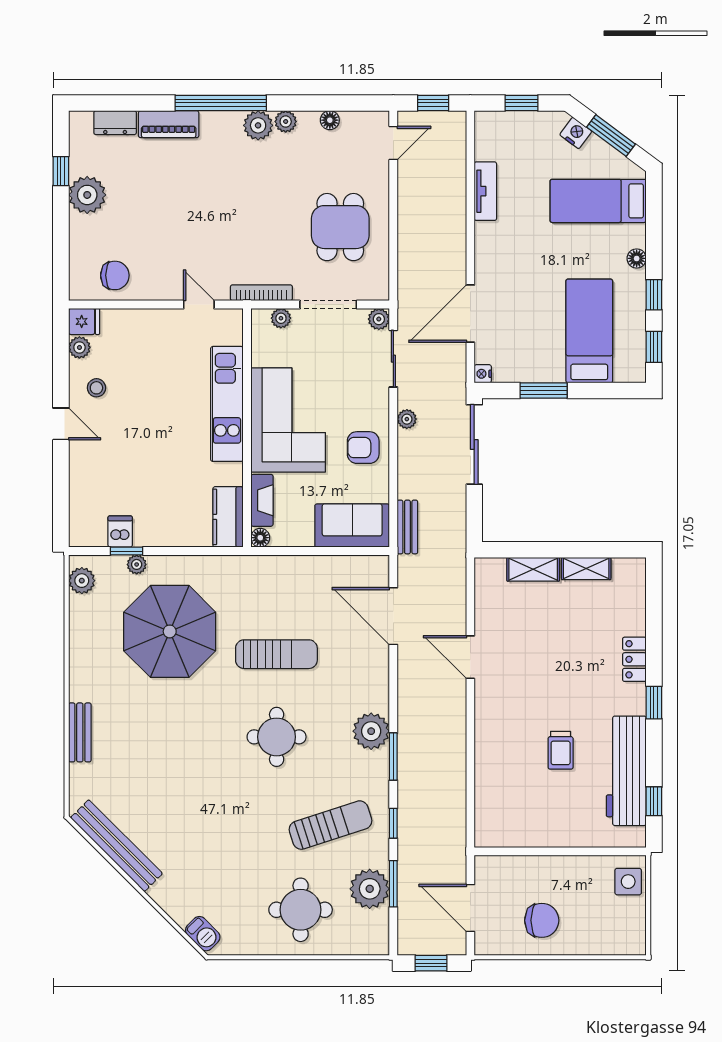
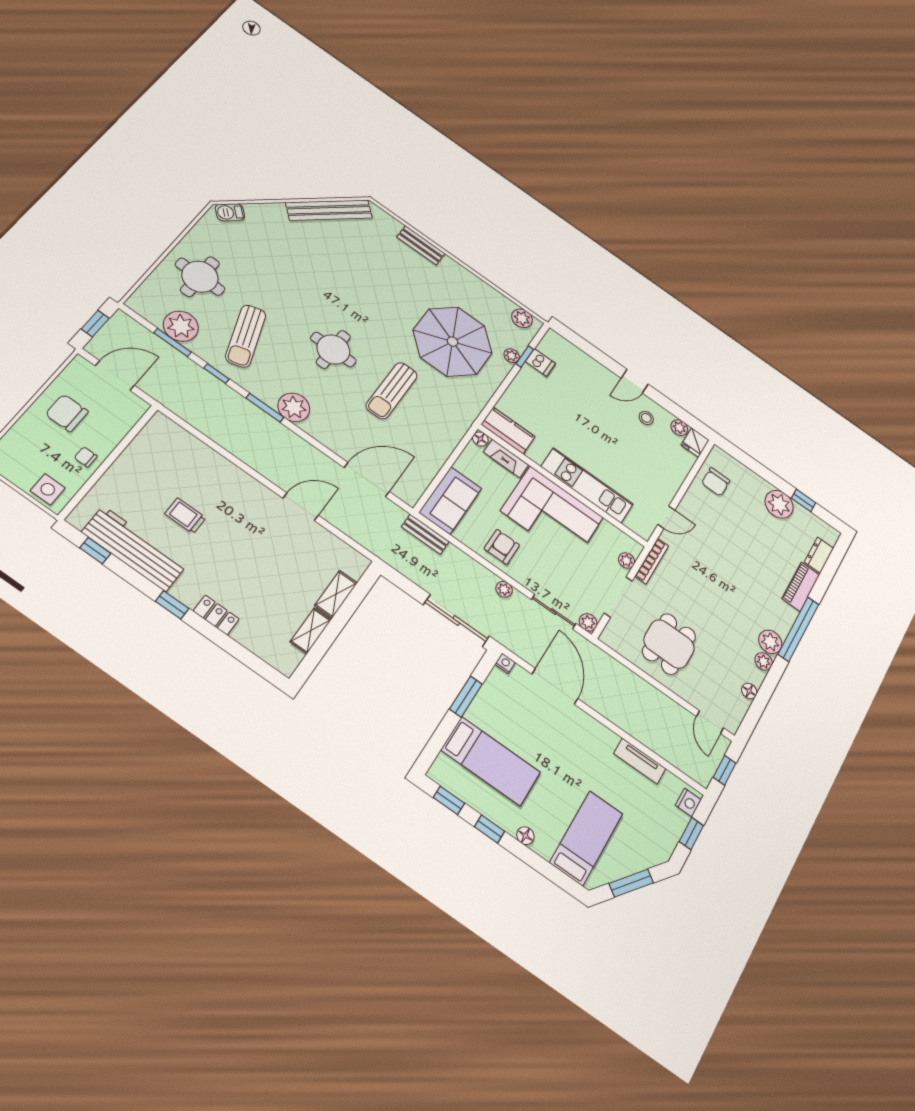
nightstand: (576, 133) -> (688, 803), moved, turned -37
dining table: (340, 227) -> (669, 644), turned 90
chair: (572, 874) -> (86, 457), added
chair: (542, 920) -> (67, 413), turned 90

